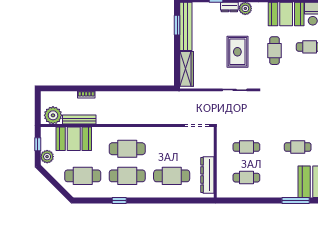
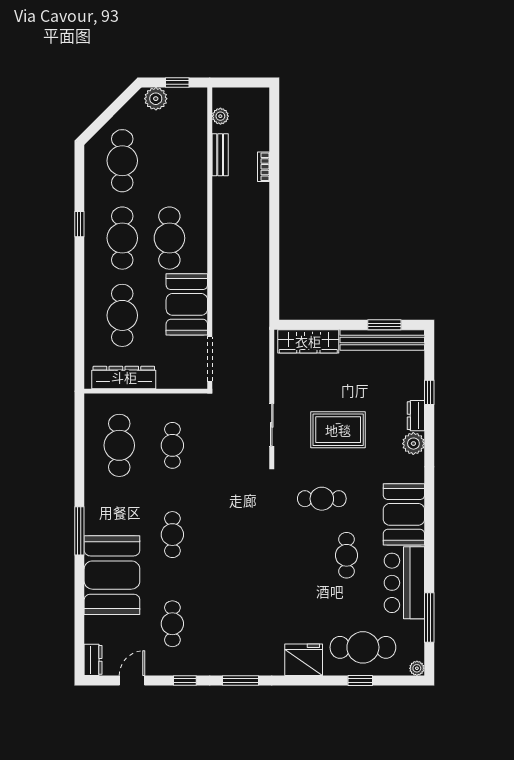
cafe table: (274, 51) -> (322, 499), moved
plant: (53, 115) -> (220, 116), width x0.53, depth x0.53
bench: (79, 120) -> (220, 155), width x0.73
booth: (74, 139) -> (187, 304), moved
cafe table: (246, 178) -> (119, 445), width x1.37, depth x1.35

